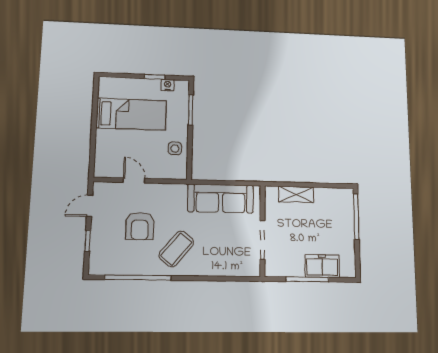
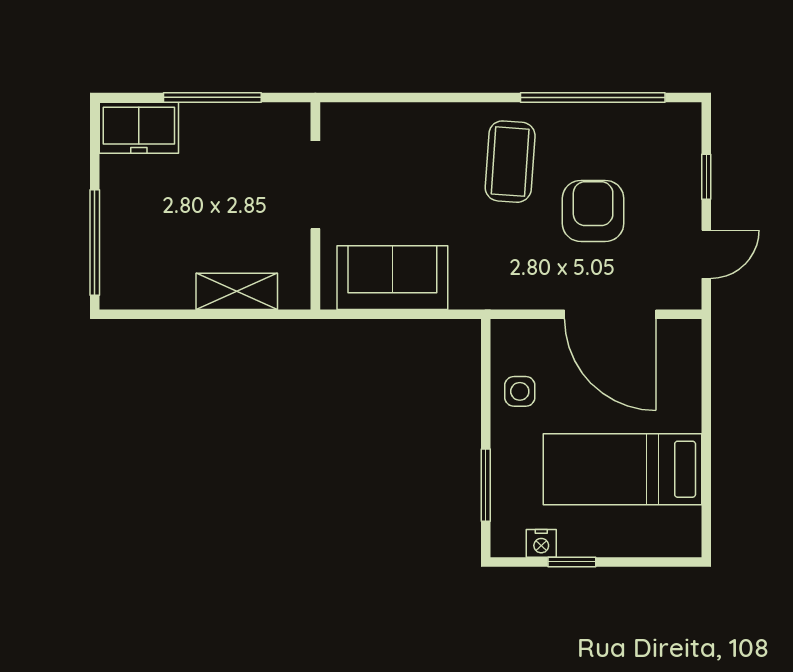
door: (134, 180) -> (610, 314), width x1.87
sofa: (221, 198) -> (392, 278), width x0.73
coffee table: (176, 249) -> (510, 162), turned -36
freezer: (322, 266) -> (139, 128), moved

